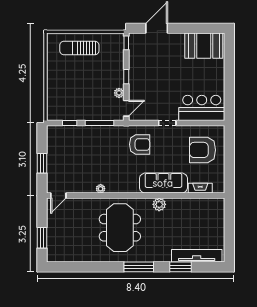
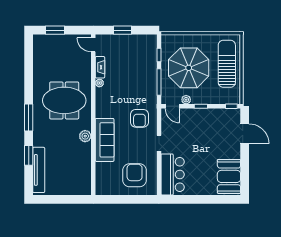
sun lounger: (79, 48) -> (227, 64), width x1.36, depth x1.34
parasol: (84, 90) -> (189, 68), added
fireplace: (200, 188) -> (100, 67), moved

